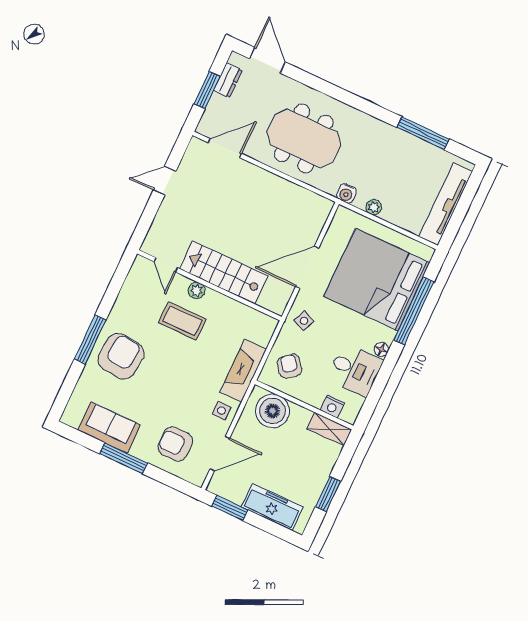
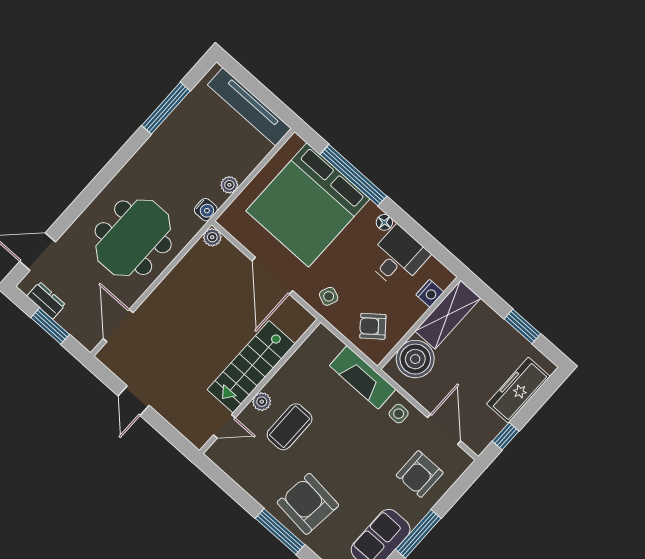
plant: (325, 206) -> (212, 237), added
shelving: (329, 429) -> (448, 315), width x1.50, depth x1.33
window: (230, 508) -> (506, 436), width x0.67

